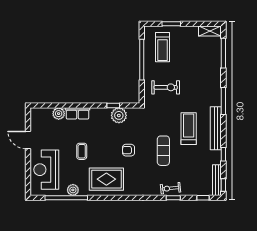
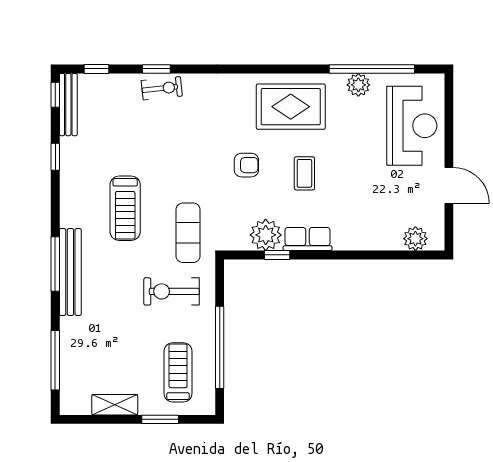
shelving: (210, 31) -> (115, 405), moved
row of seats: (77, 113) -> (308, 239), moved
plant: (59, 114) -> (415, 239), moved
bench: (216, 128) -> (70, 272), moved
coffee table: (82, 151) -> (304, 173), moved
exercise mat: (163, 151) -> (188, 233), moved

